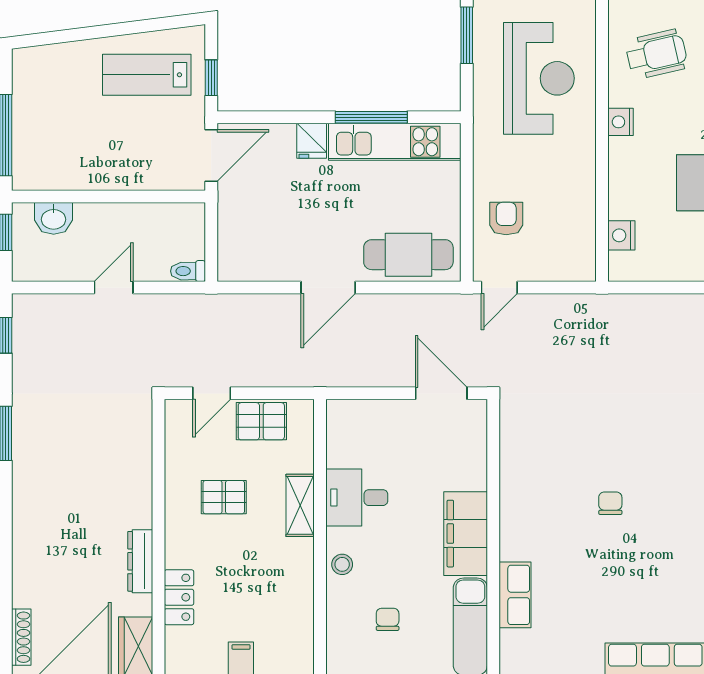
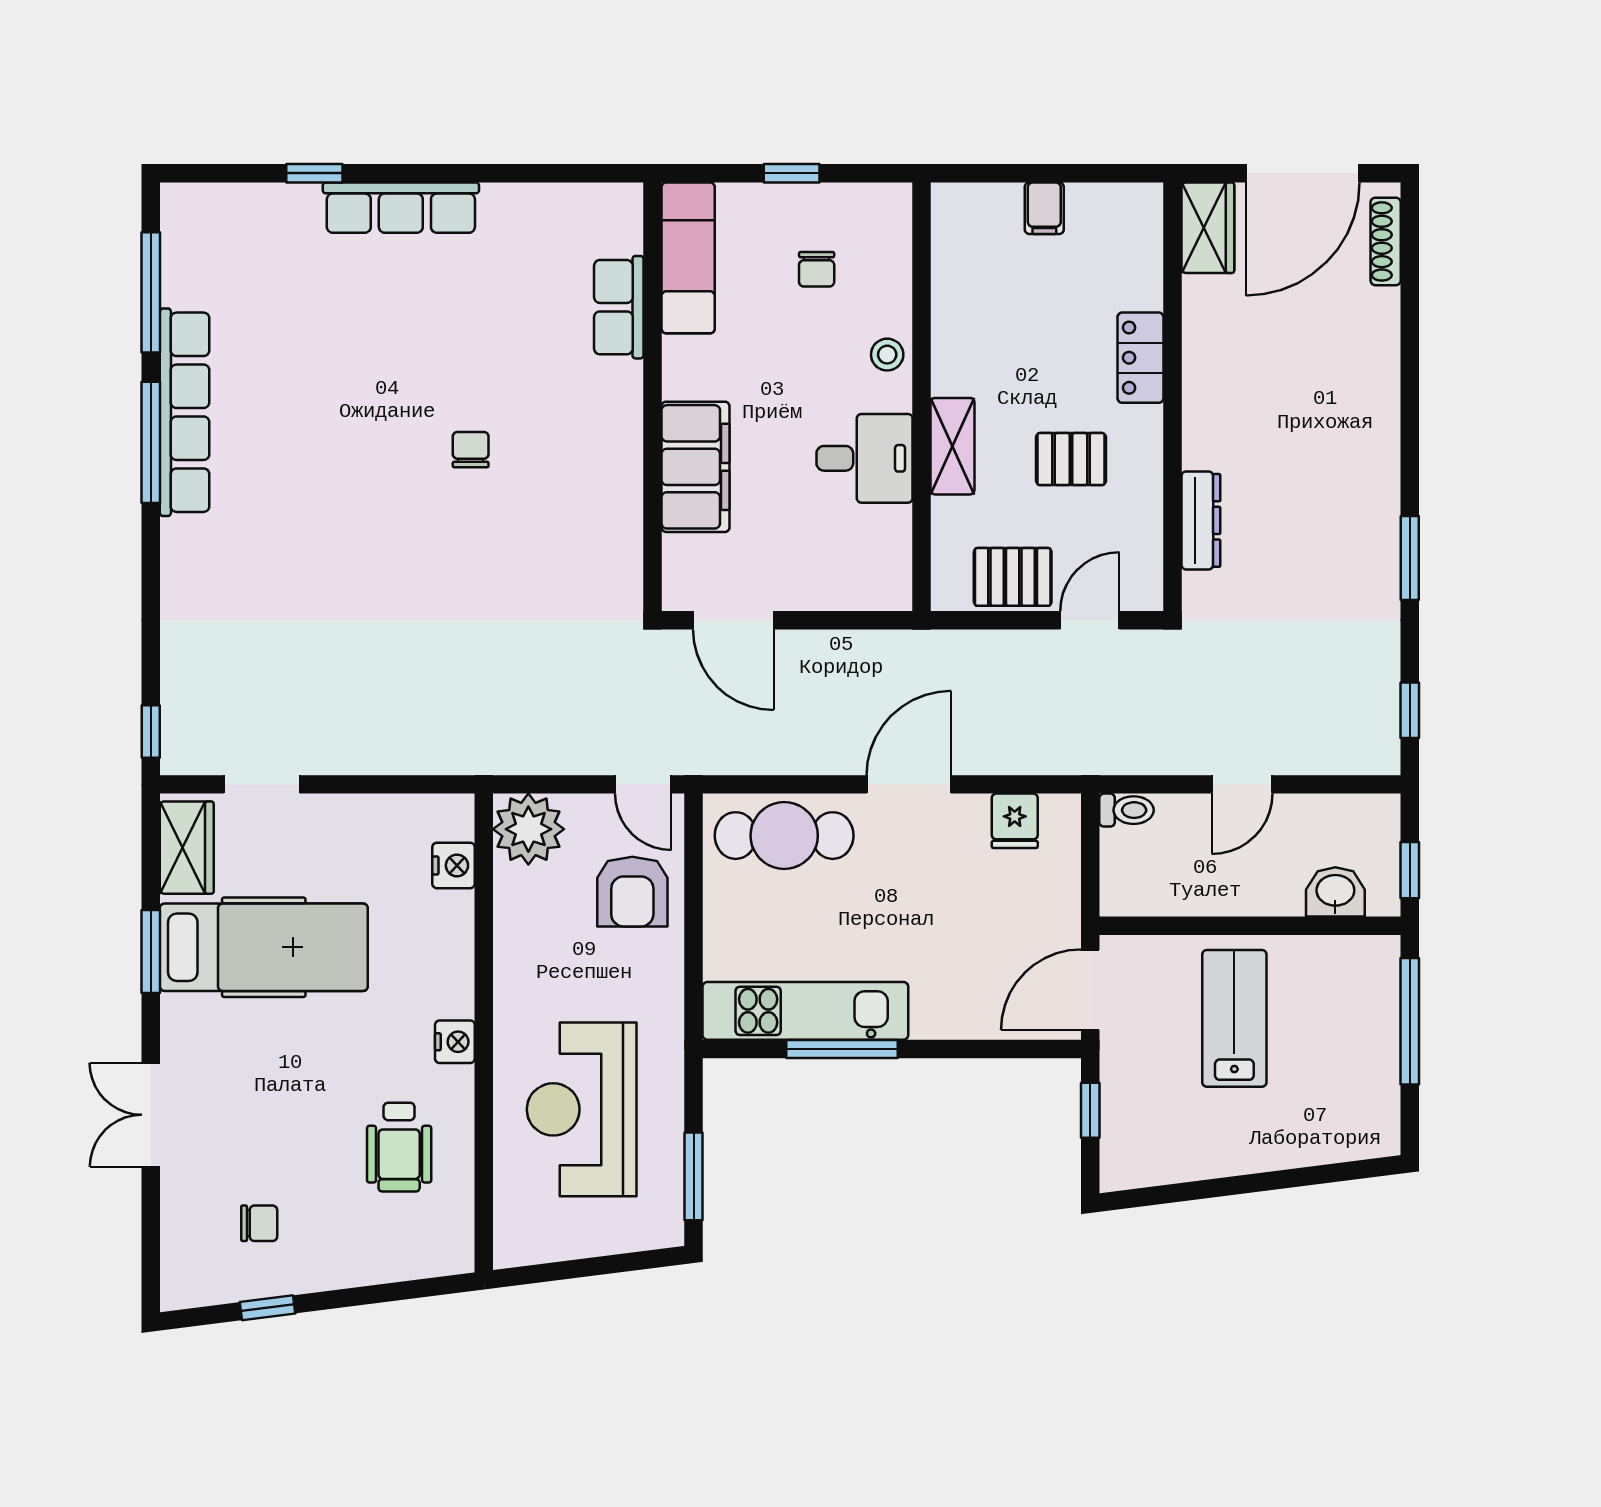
wheelchair: (656, 54) -> (399, 1147), turned -77
lab bench: (147, 75) -> (1234, 1018), moved, turned -90
fridge: (312, 141) -> (1015, 821), moved, turned 180
armchair: (506, 219) -> (632, 892), width x1.38, depth x1.38
plant: (573, 259) -> (528, 829), added
door: (499, 288) -> (643, 784), swing flipped
chair: (610, 503) -> (471, 450), turned 180
filing cabinet: (466, 534) -> (696, 467), moved
dresser: (140, 561) -> (1201, 520), moved
locker: (179, 597) -> (1140, 358), moved

